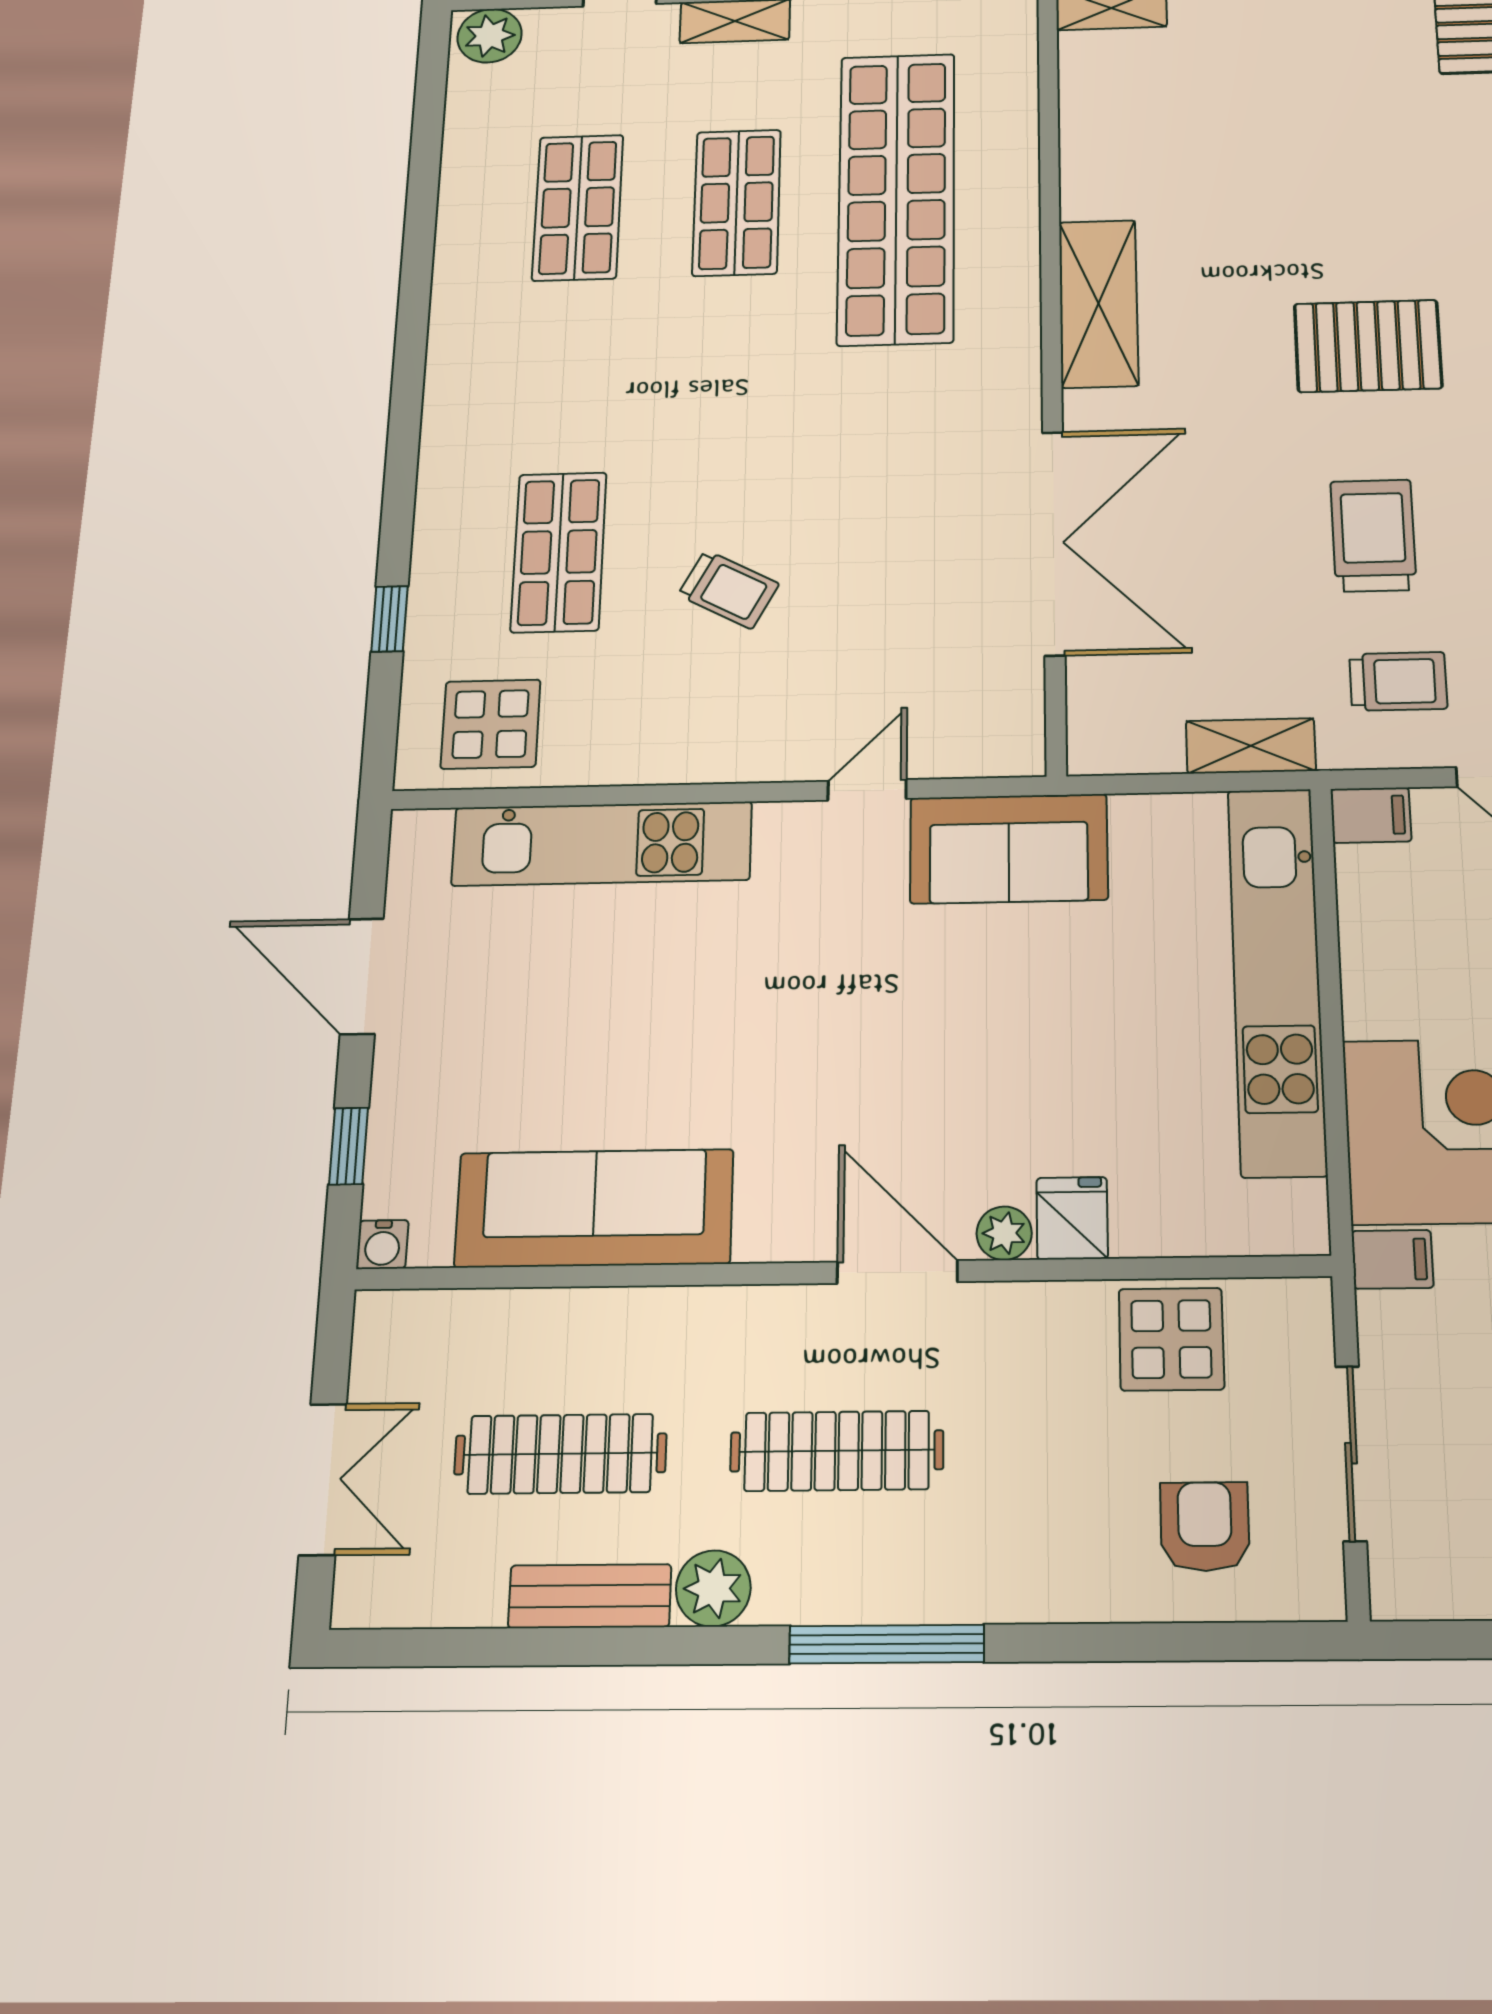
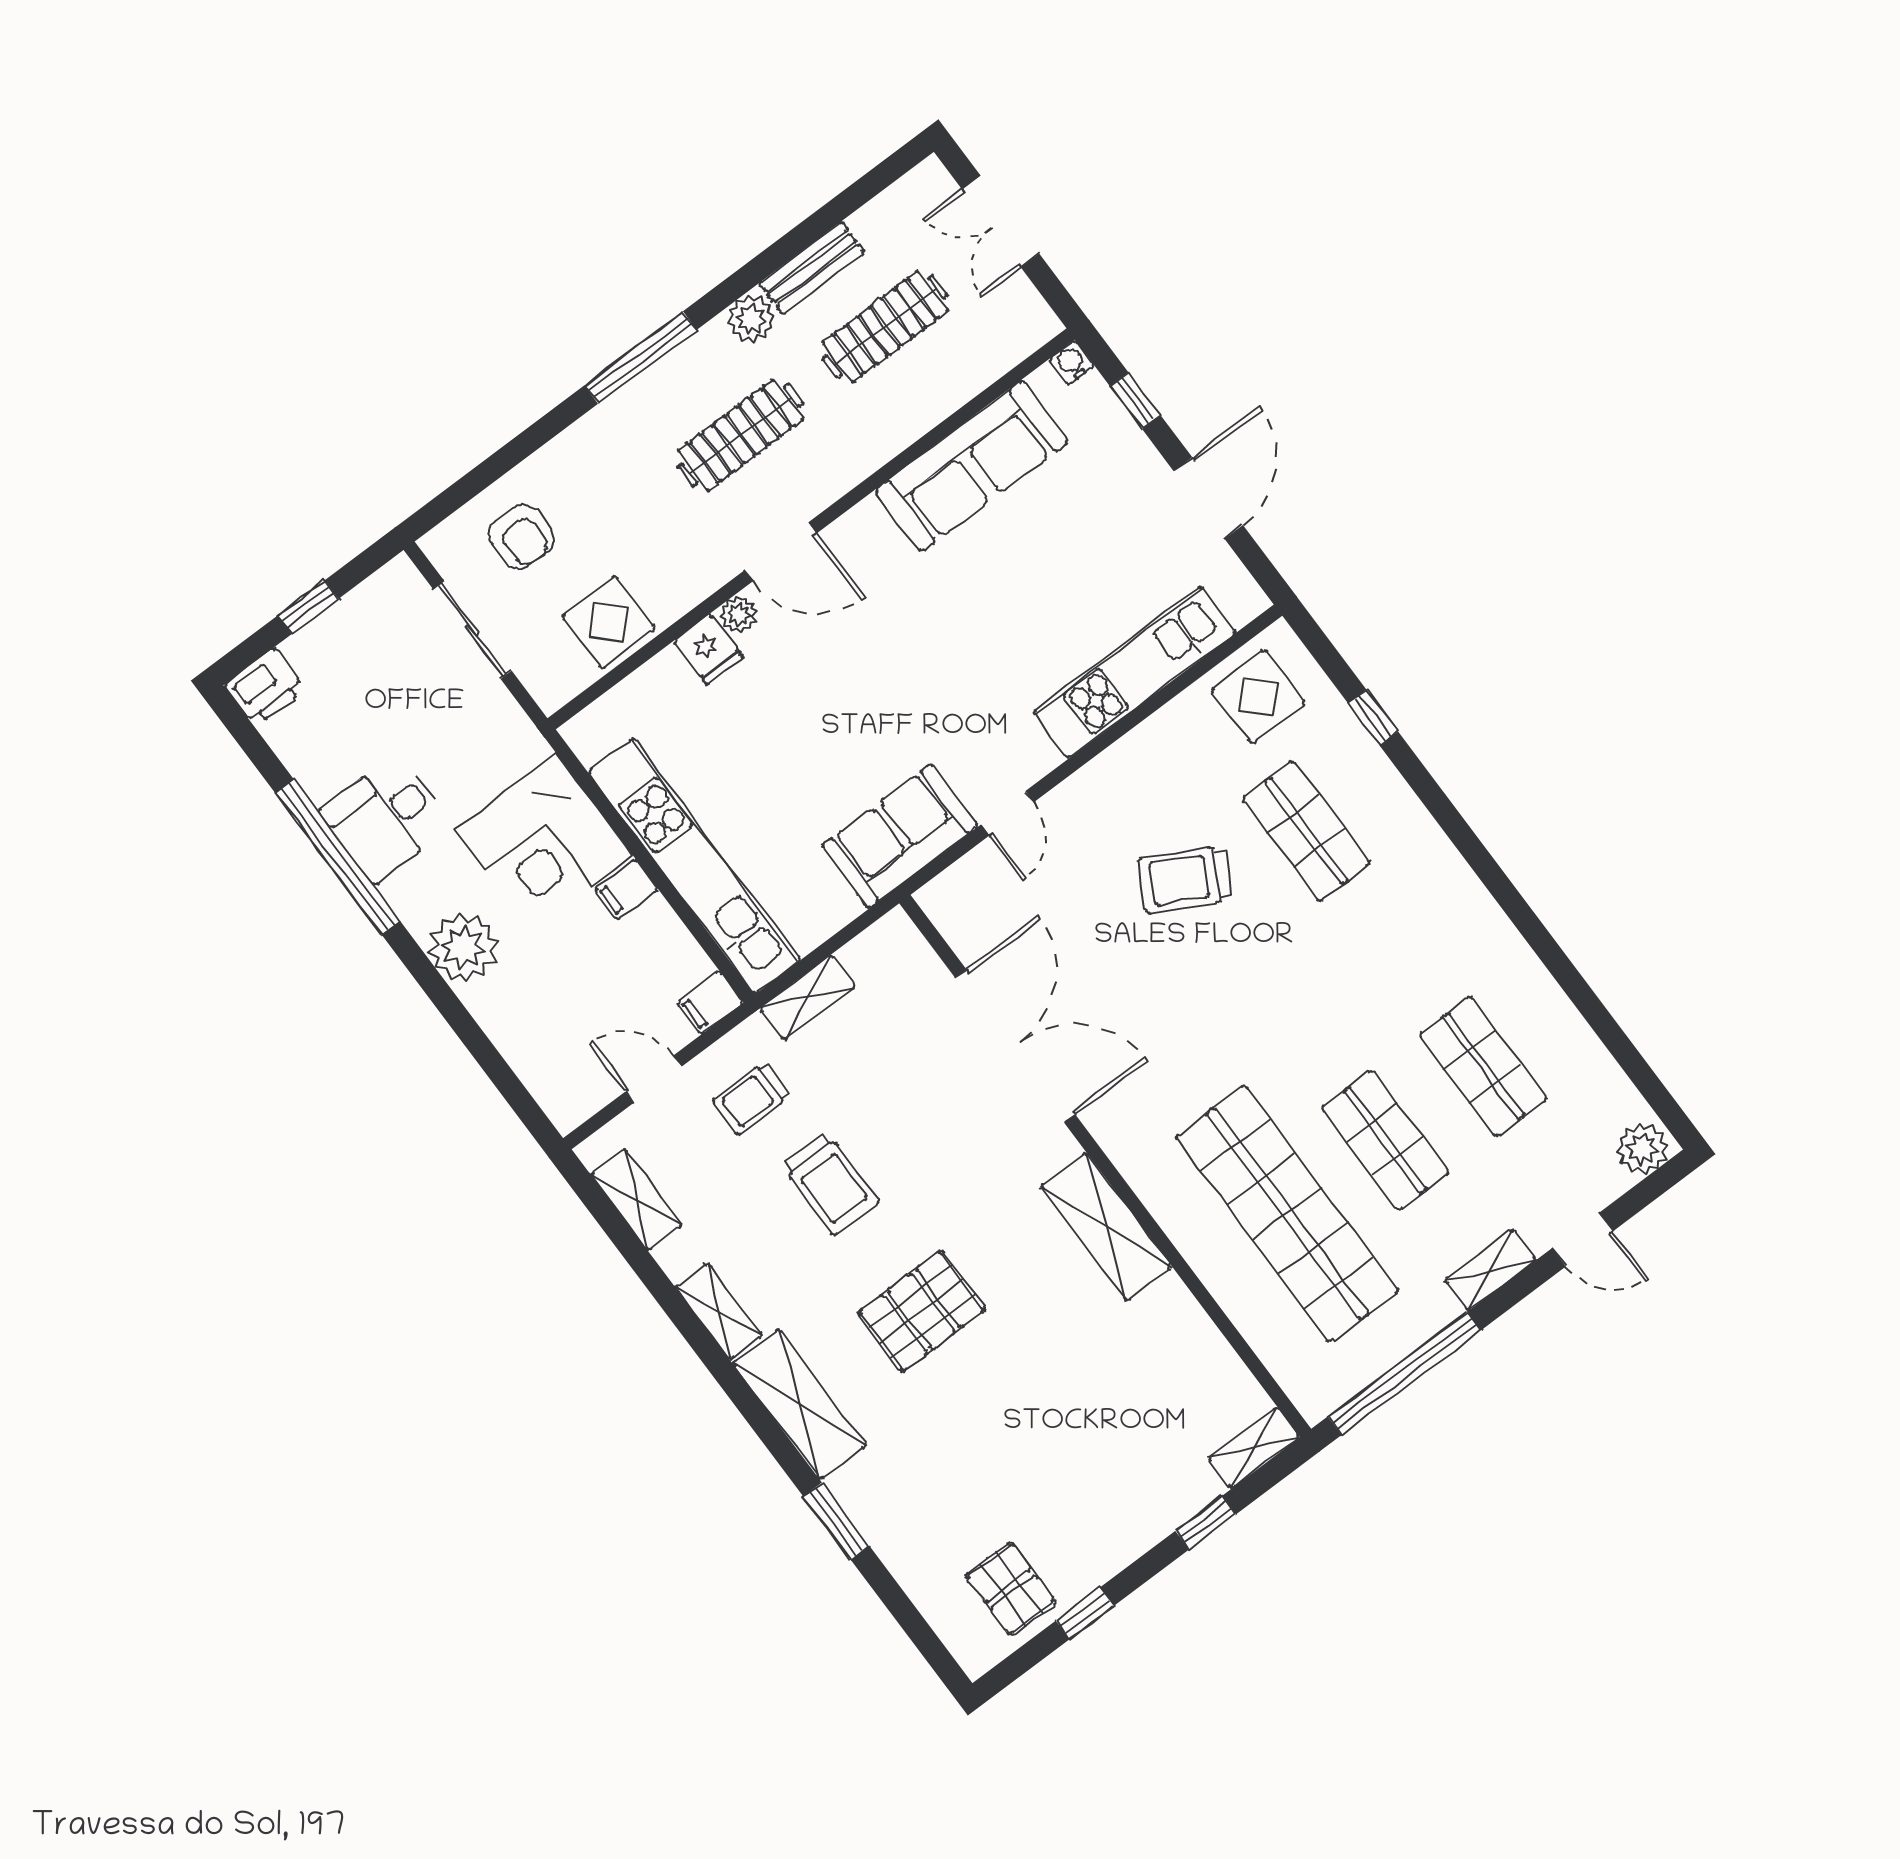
double door: (1054, 543) -> (1015, 1046), swing flipped
trolley: (729, 589) -> (1185, 879), width x1.36, depth x1.39
door: (362, 976) -> (1208, 498), hinge flipped
filing cabinet: (1392, 1259) -> (626, 889), moved

